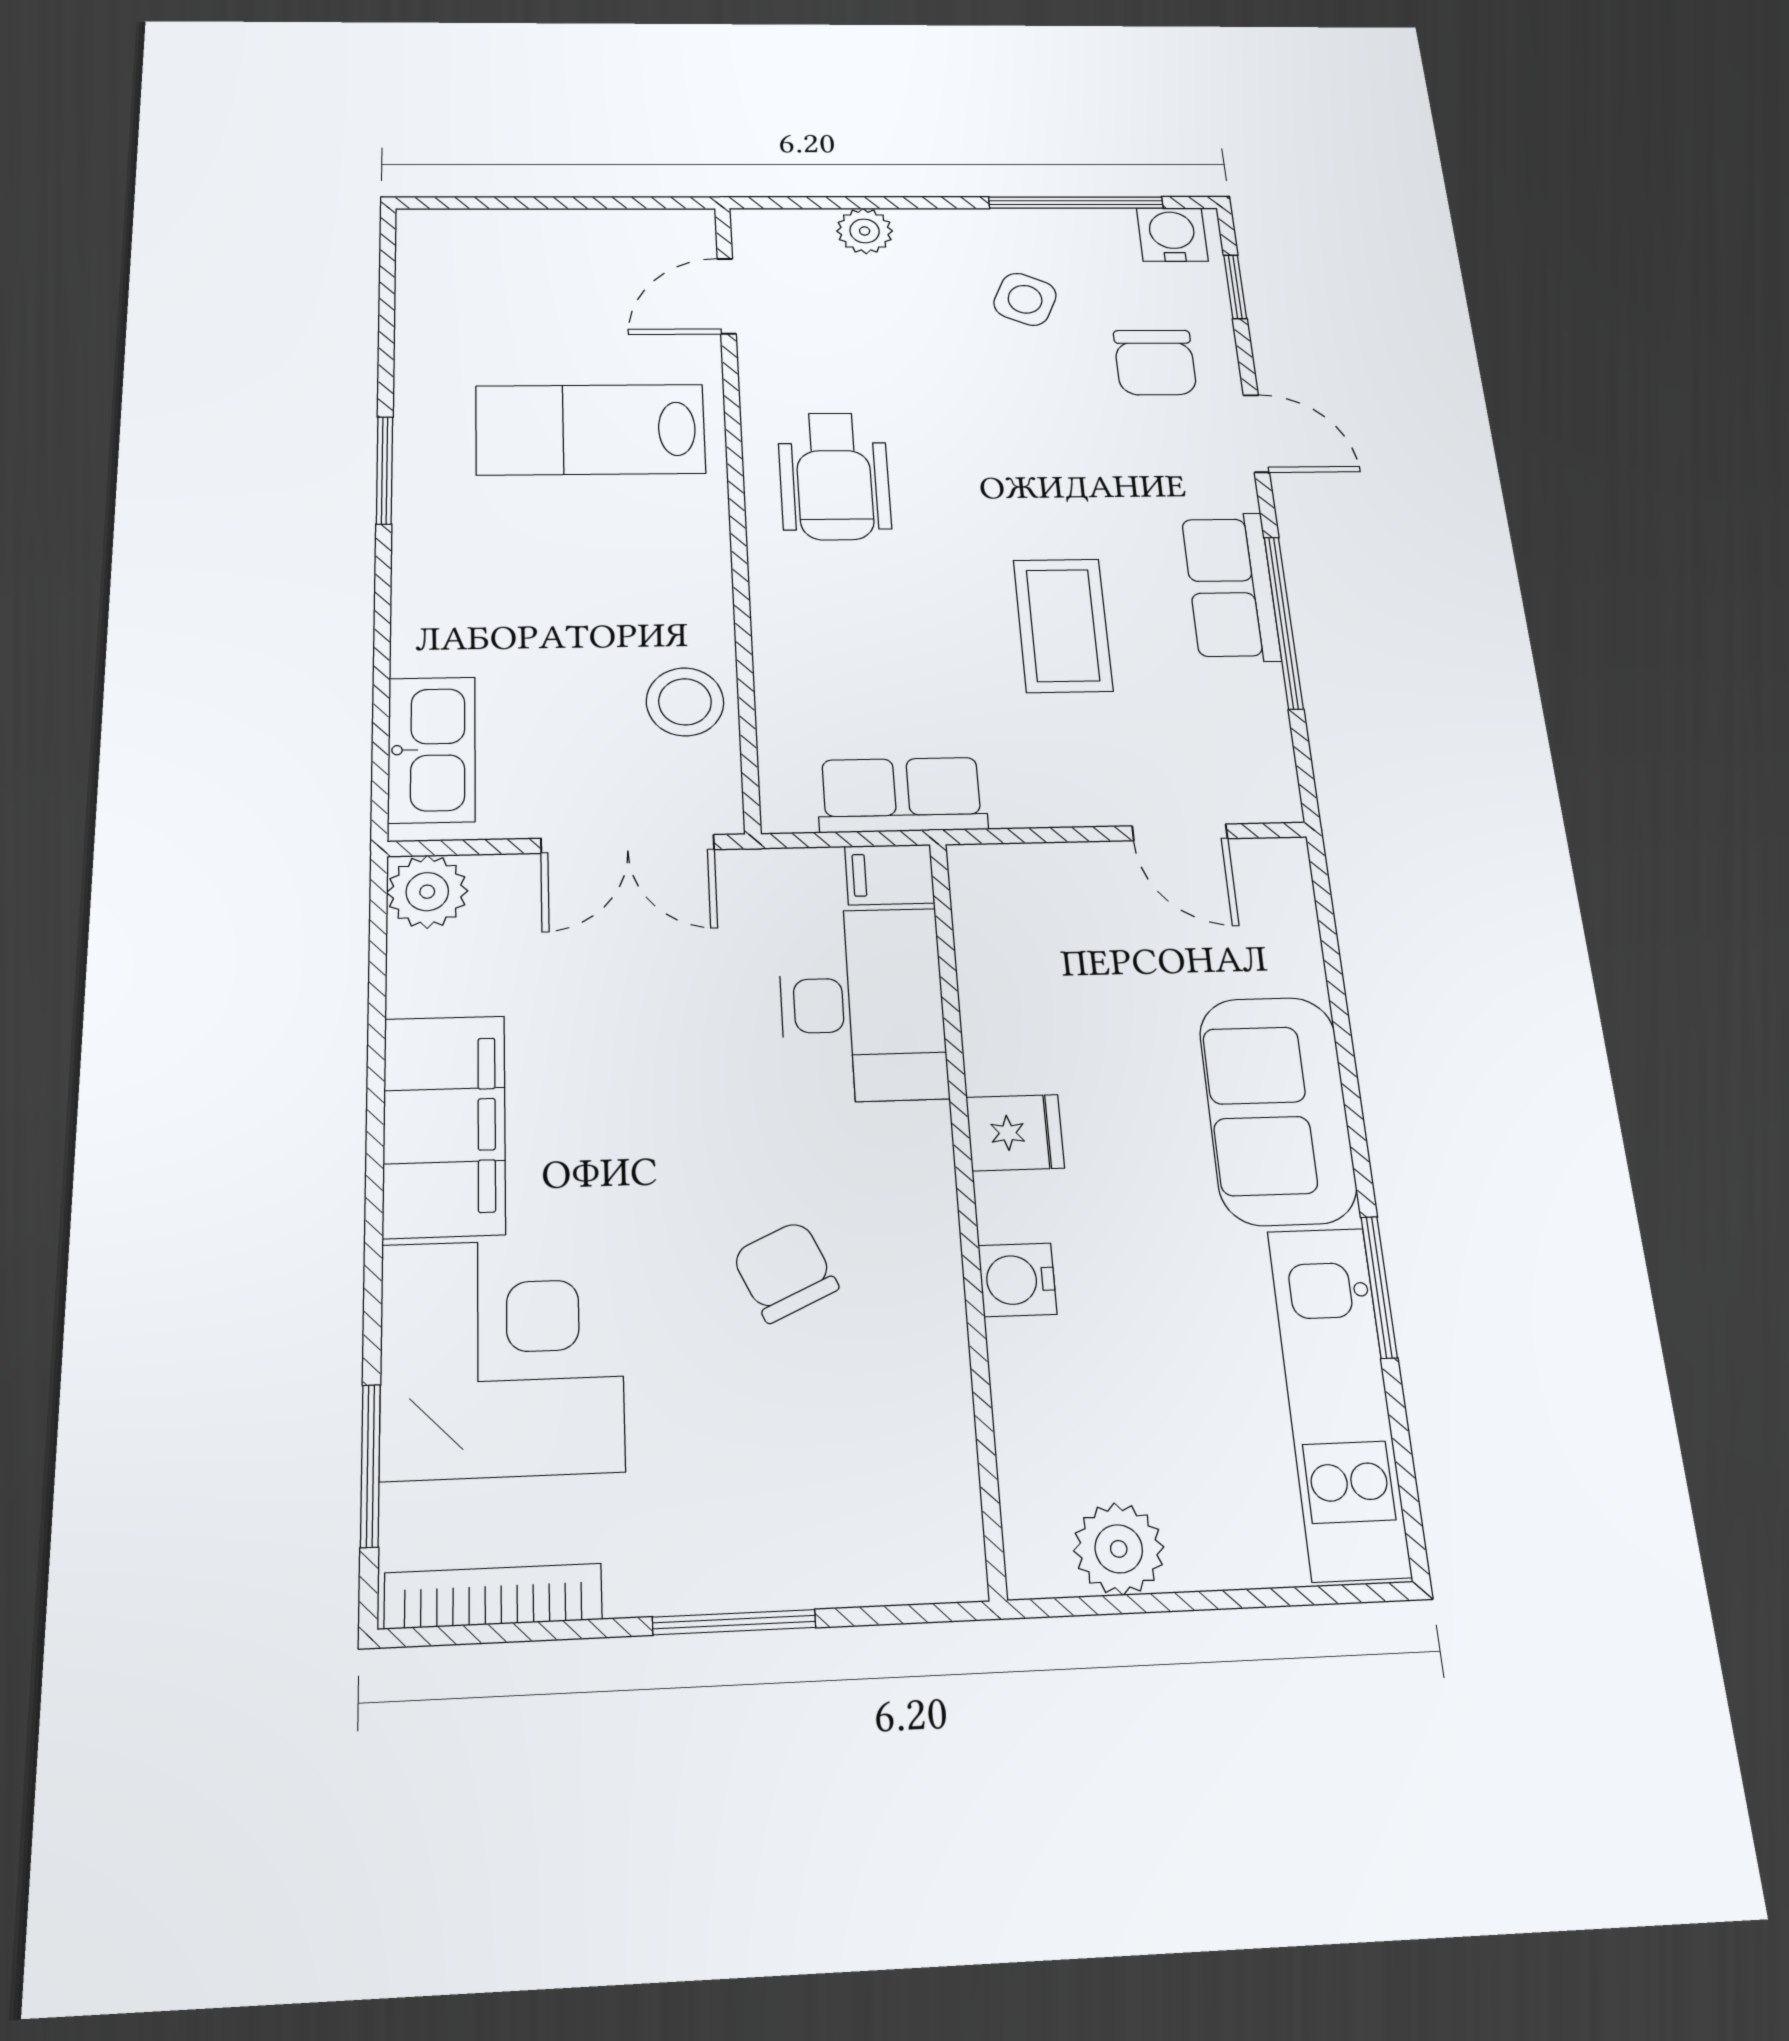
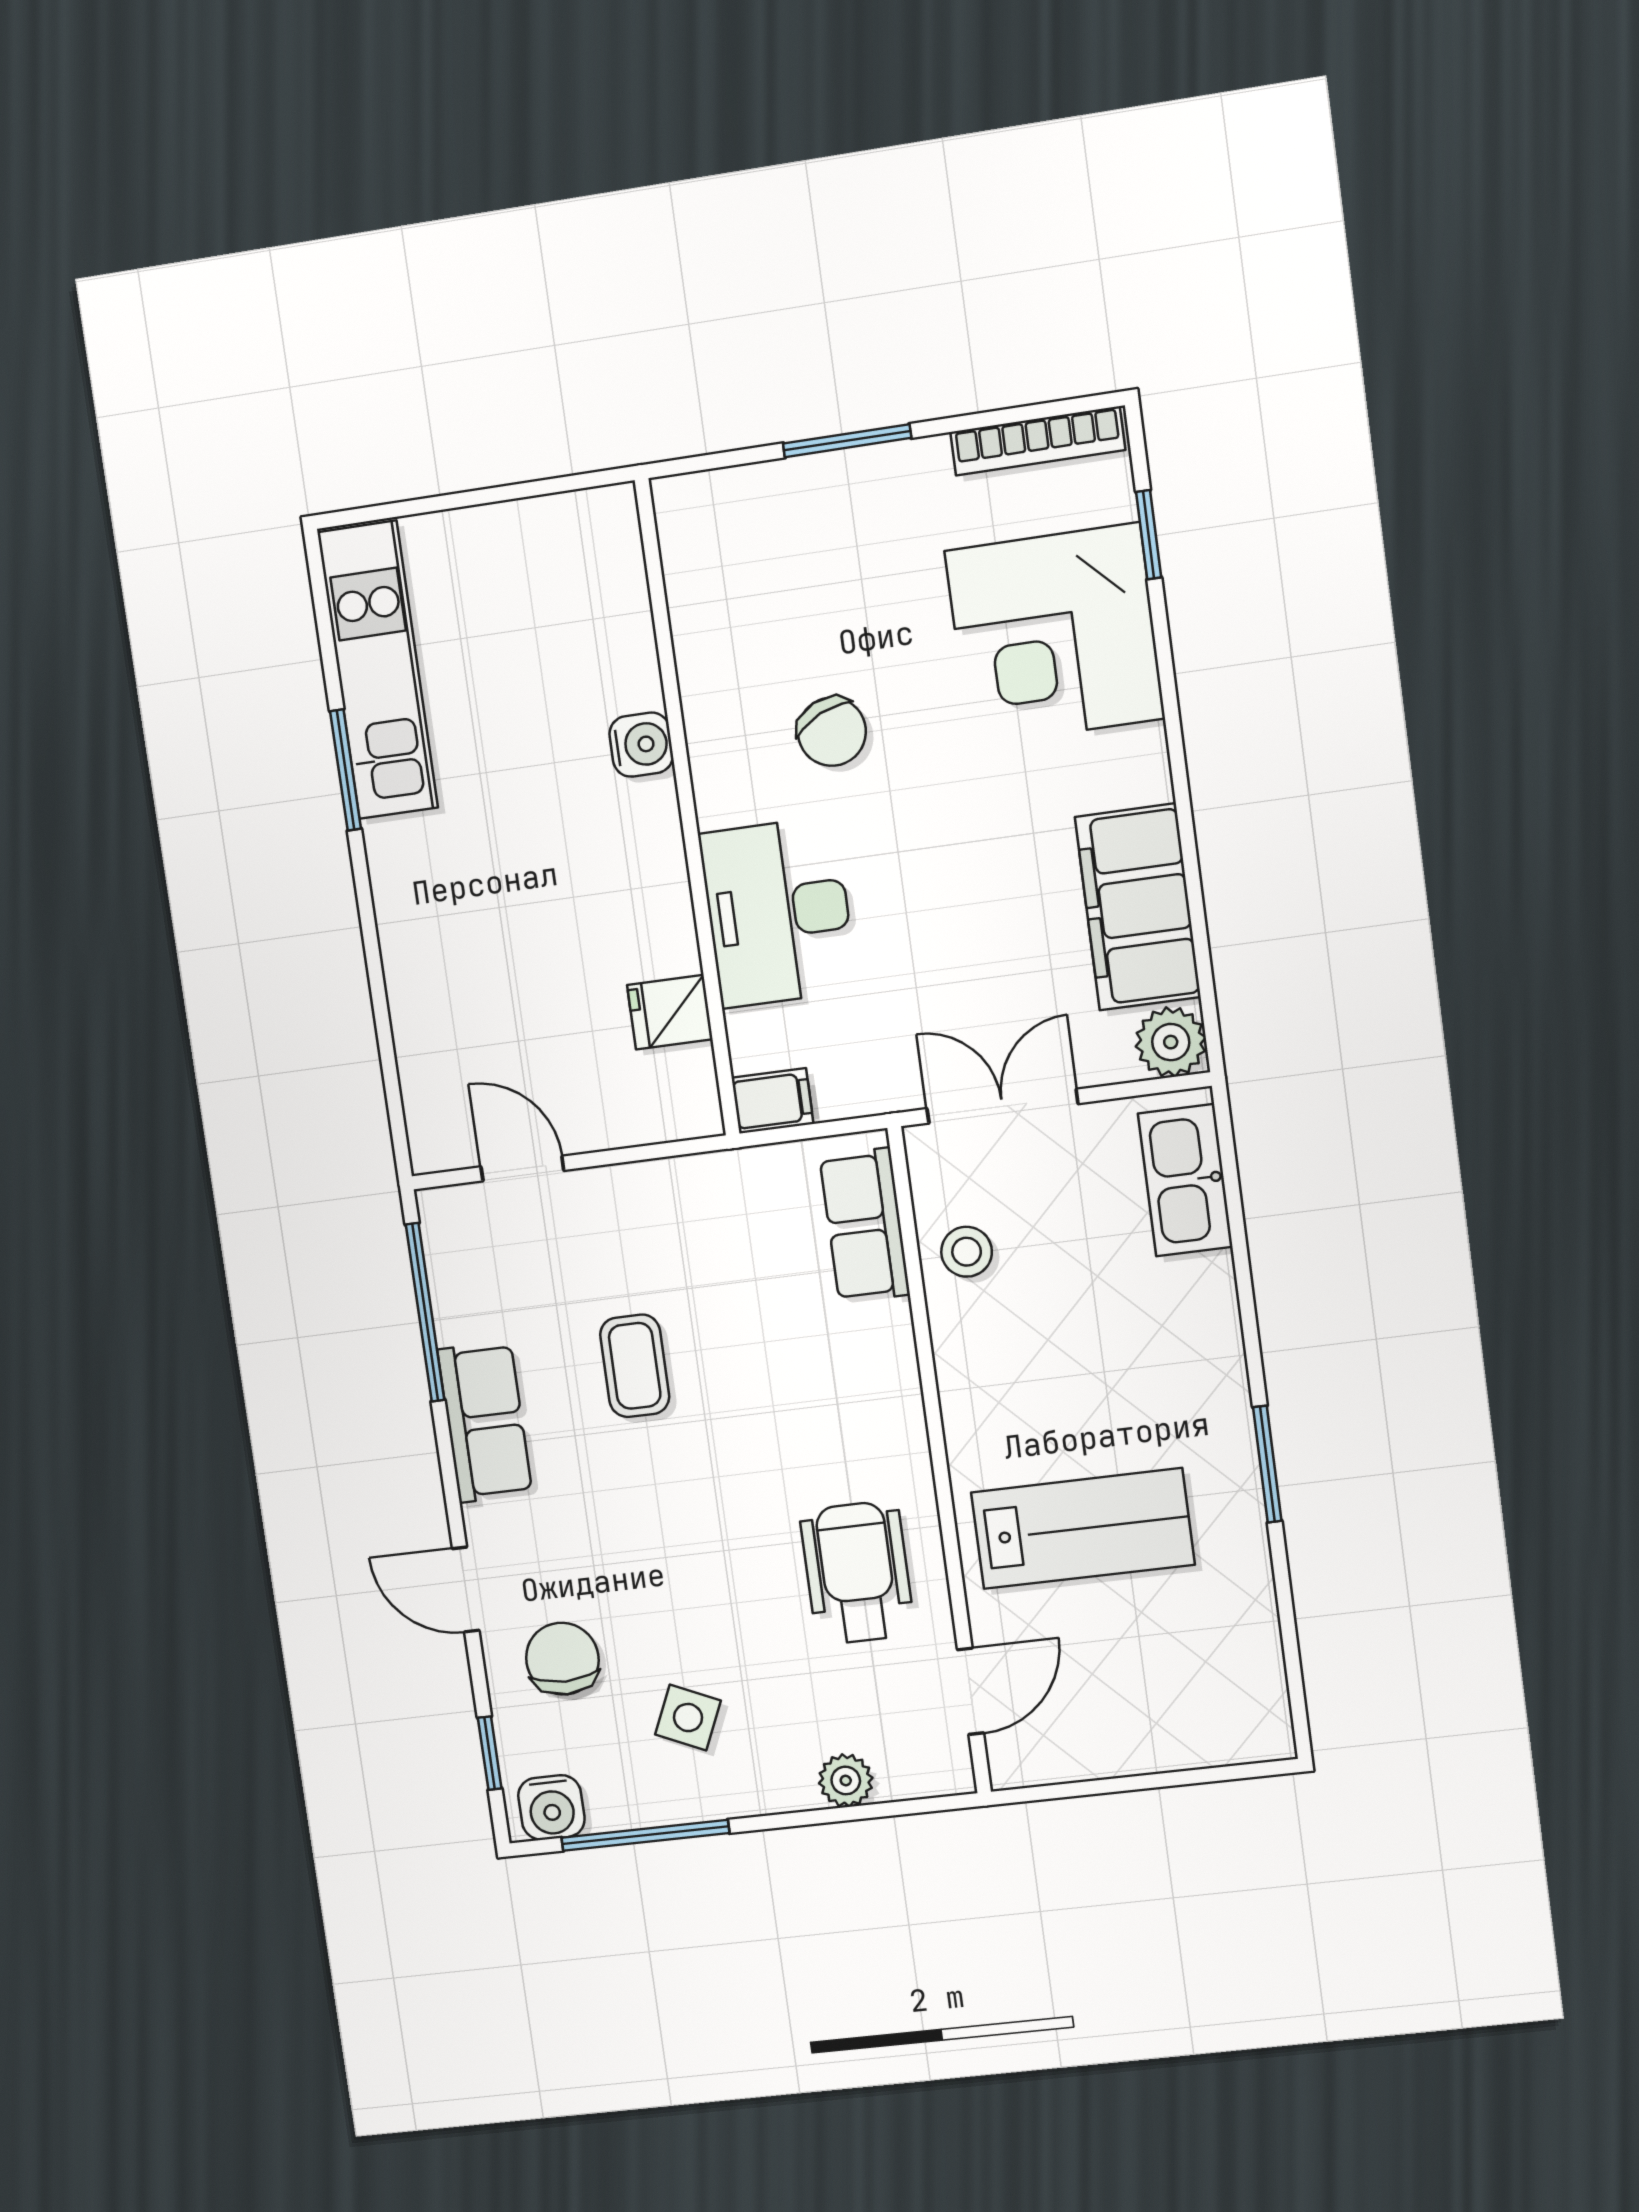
wheelchair: (834, 476) -> (857, 1573), moved
window: (1283, 622) -> (425, 1312), moved
coffee table: (1063, 625) -> (635, 1366), width x0.73, depth x0.77
stool: (685, 702) -> (967, 1252), width x0.73, depth x0.73
row of seats: (902, 795) -> (865, 1225), moved, turned 90
desk: (862, 1005) -> (778, 912), moved
sofa: (1278, 1110) -> (432, 917), removed
filing cabinet: (444, 1125) -> (1138, 907), moved
fridge: (1015, 1133) -> (670, 1012), moved
window: (370, 1465) -> (1149, 535), width x0.67
plant: (1119, 1549) -> (549, 531), removed

